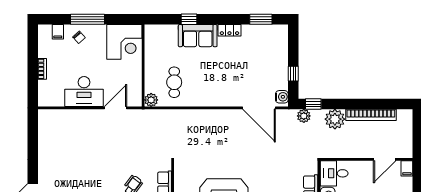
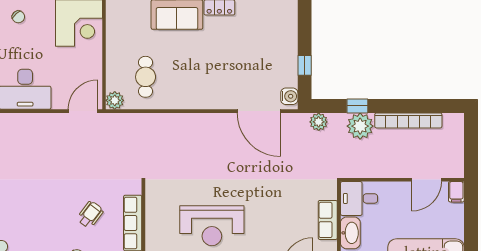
window: (313, 104) -> (357, 106), moved
door: (116, 108) -> (83, 111), moved

